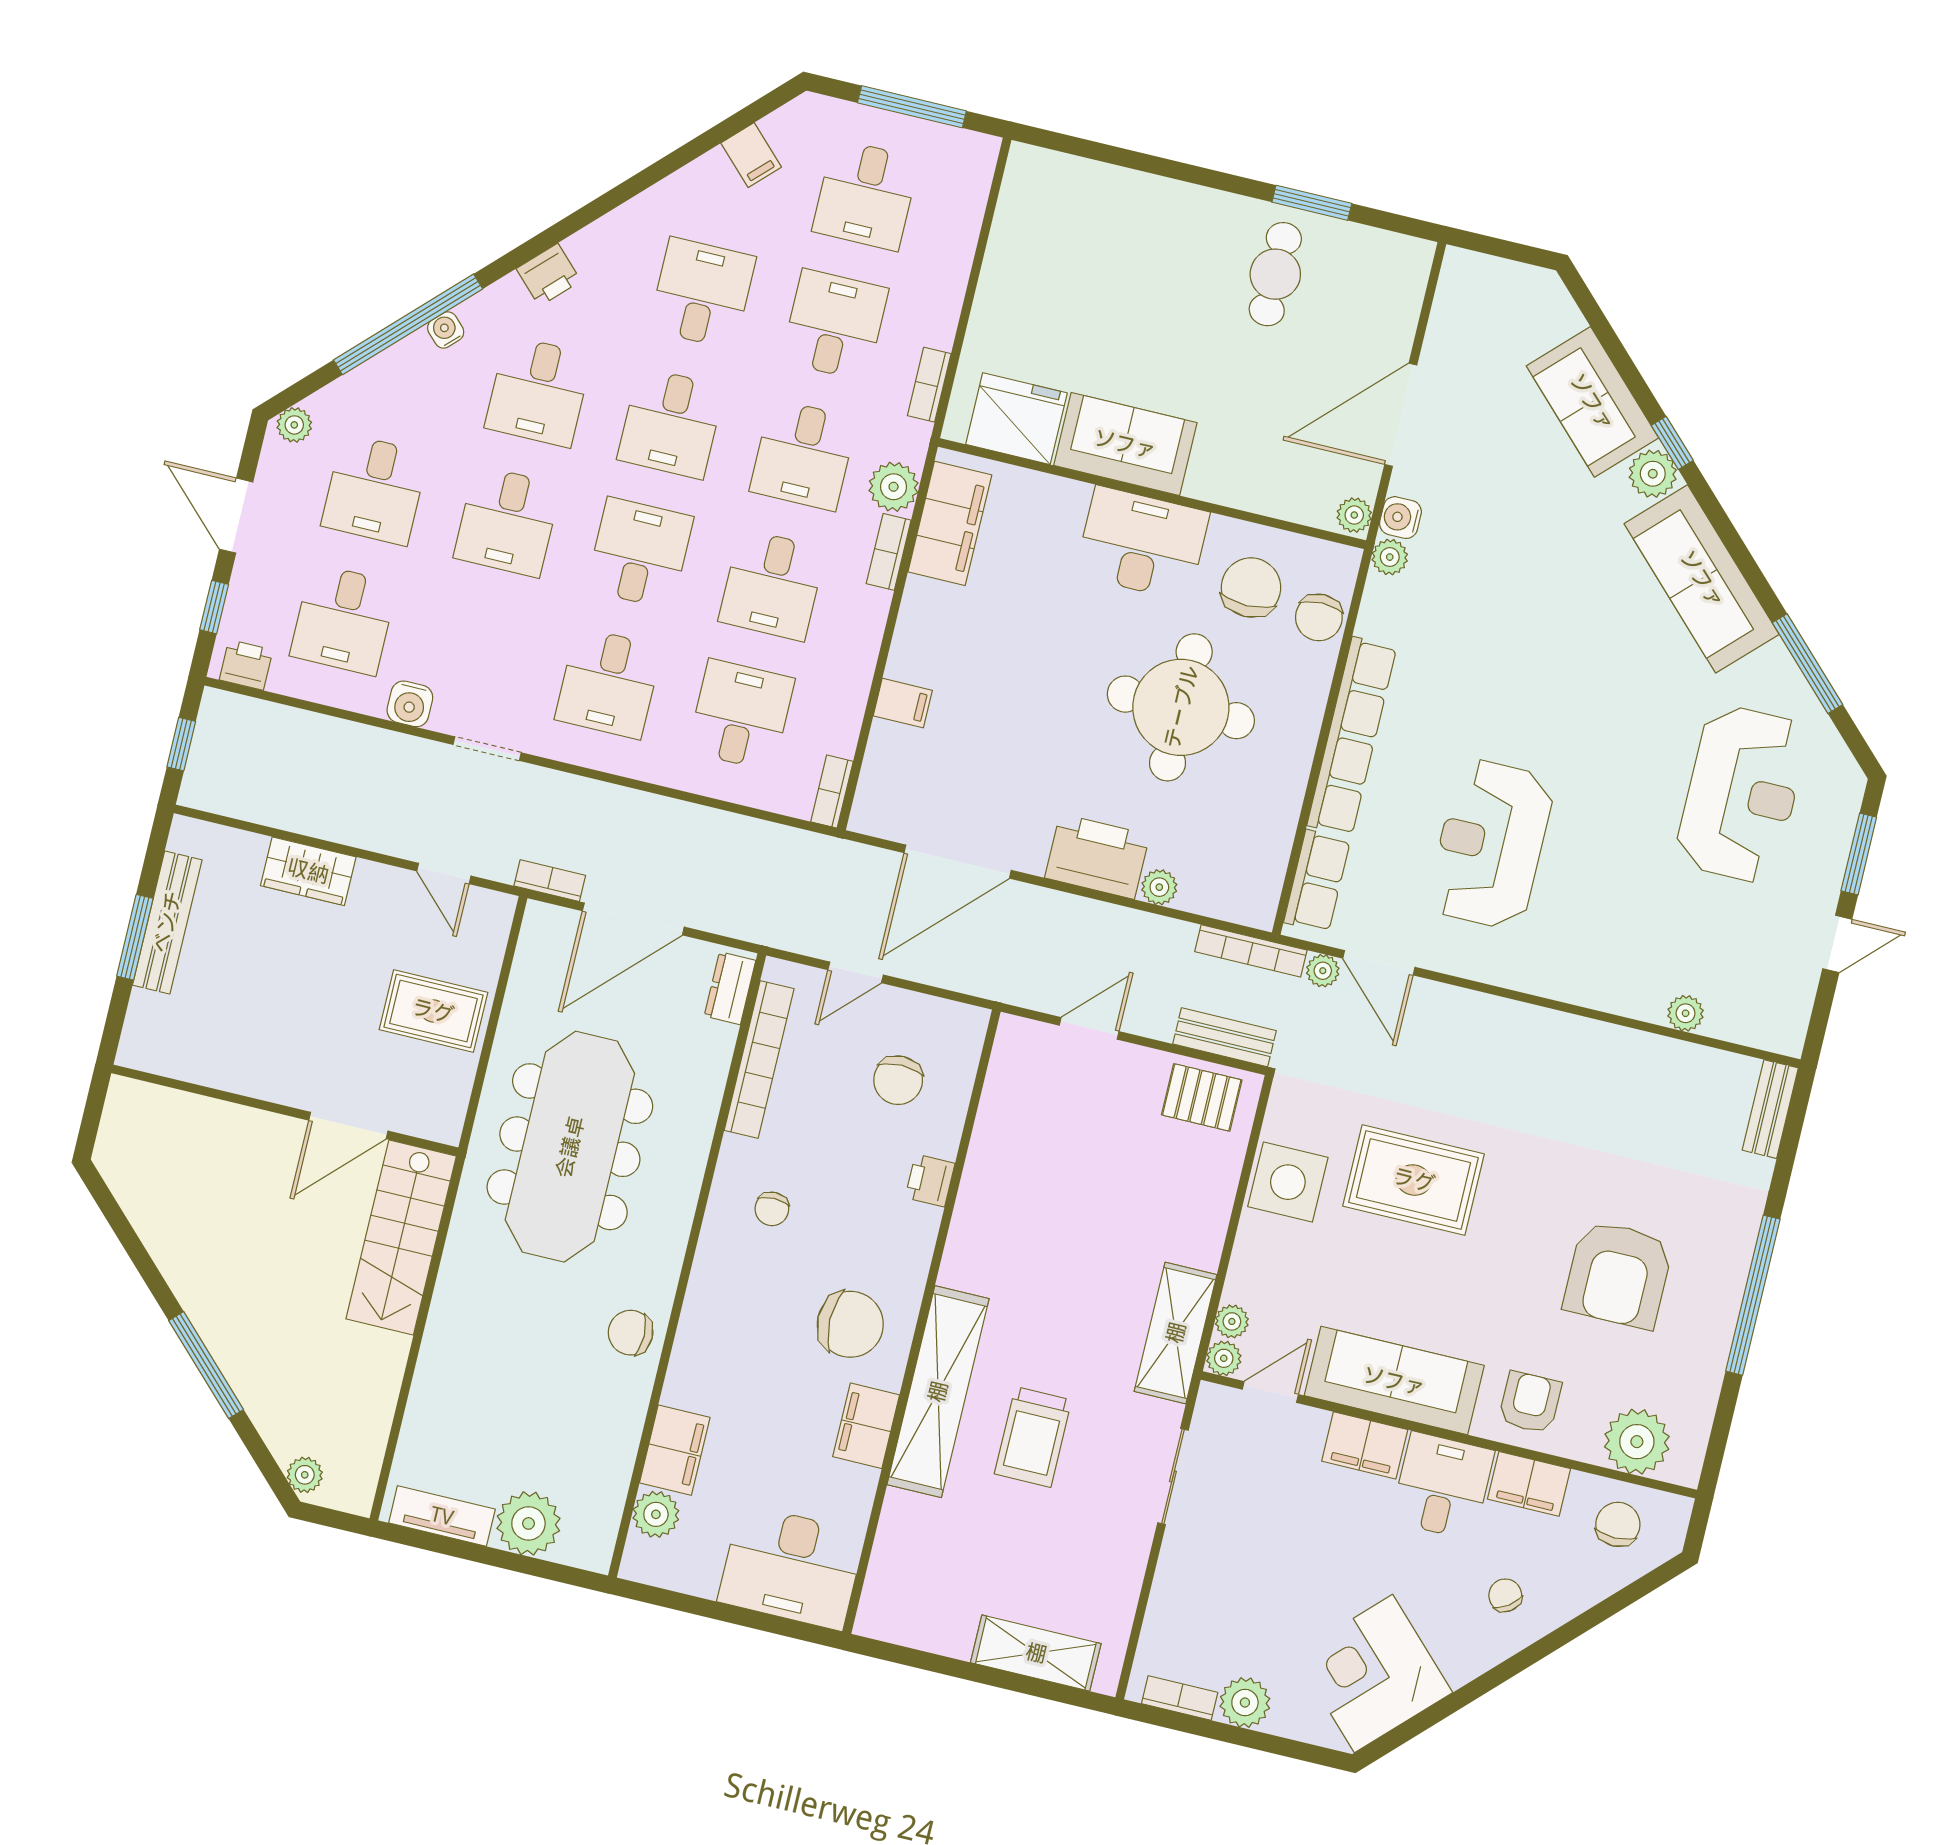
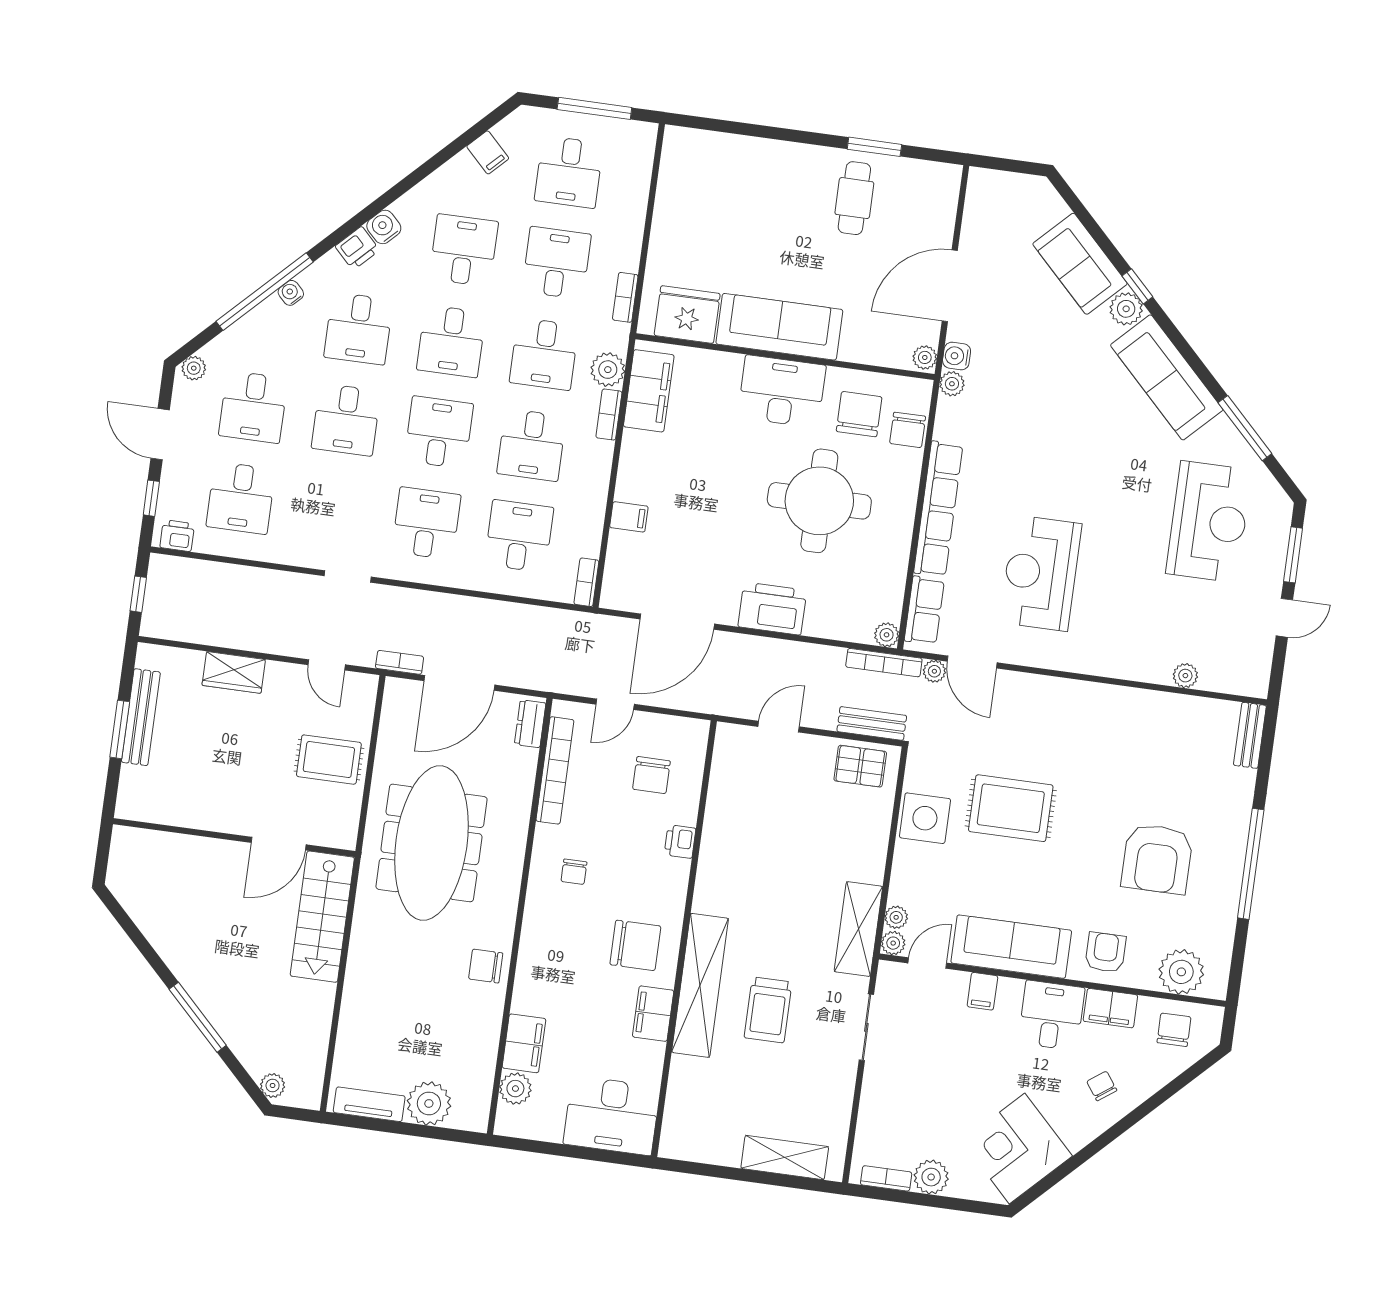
sofa: (1125, 444) -> (779, 327), width x1.36
desk: (609, 683) -> (426, 523), turned 180
water cooler: (410, 704) -> (384, 227), moved, turned 135
plant: (1159, 887) -> (887, 635), moved
filing cabinet: (1365, 1445) -> (982, 991), width x0.50

